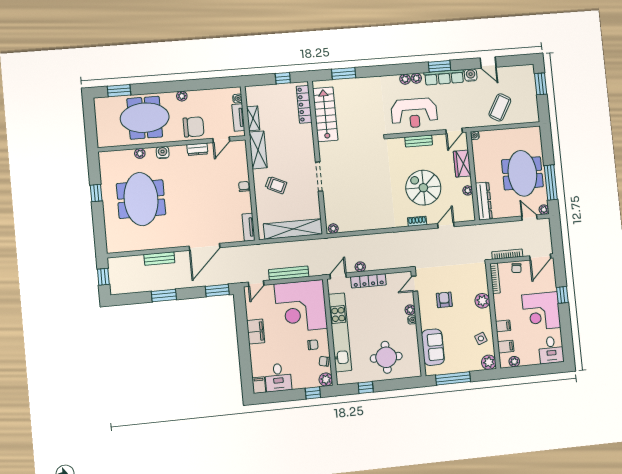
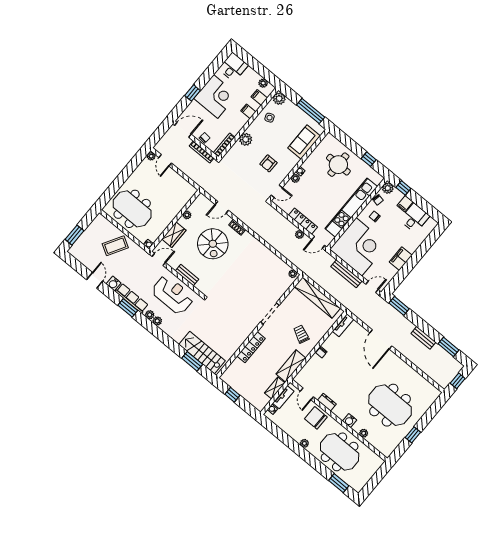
locker: (304, 104) -> (251, 347), moved
stairs: (325, 114) -> (202, 353), moved, turned 90
door: (221, 140) -> (307, 394), swing flipped
meeting table: (522, 173) -> (132, 209), moved, turned 90
window: (551, 182) -> (130, 168), removed
meeting table: (141, 199) -> (390, 405), turned 90
dresser: (484, 201) -> (183, 199), removed
door: (205, 247) -> (381, 339), swing flipped
bench: (159, 259) -> (423, 338), moved
window: (164, 295) -> (448, 347), moved
filing cabinet: (259, 385) -> (405, 204), moved

